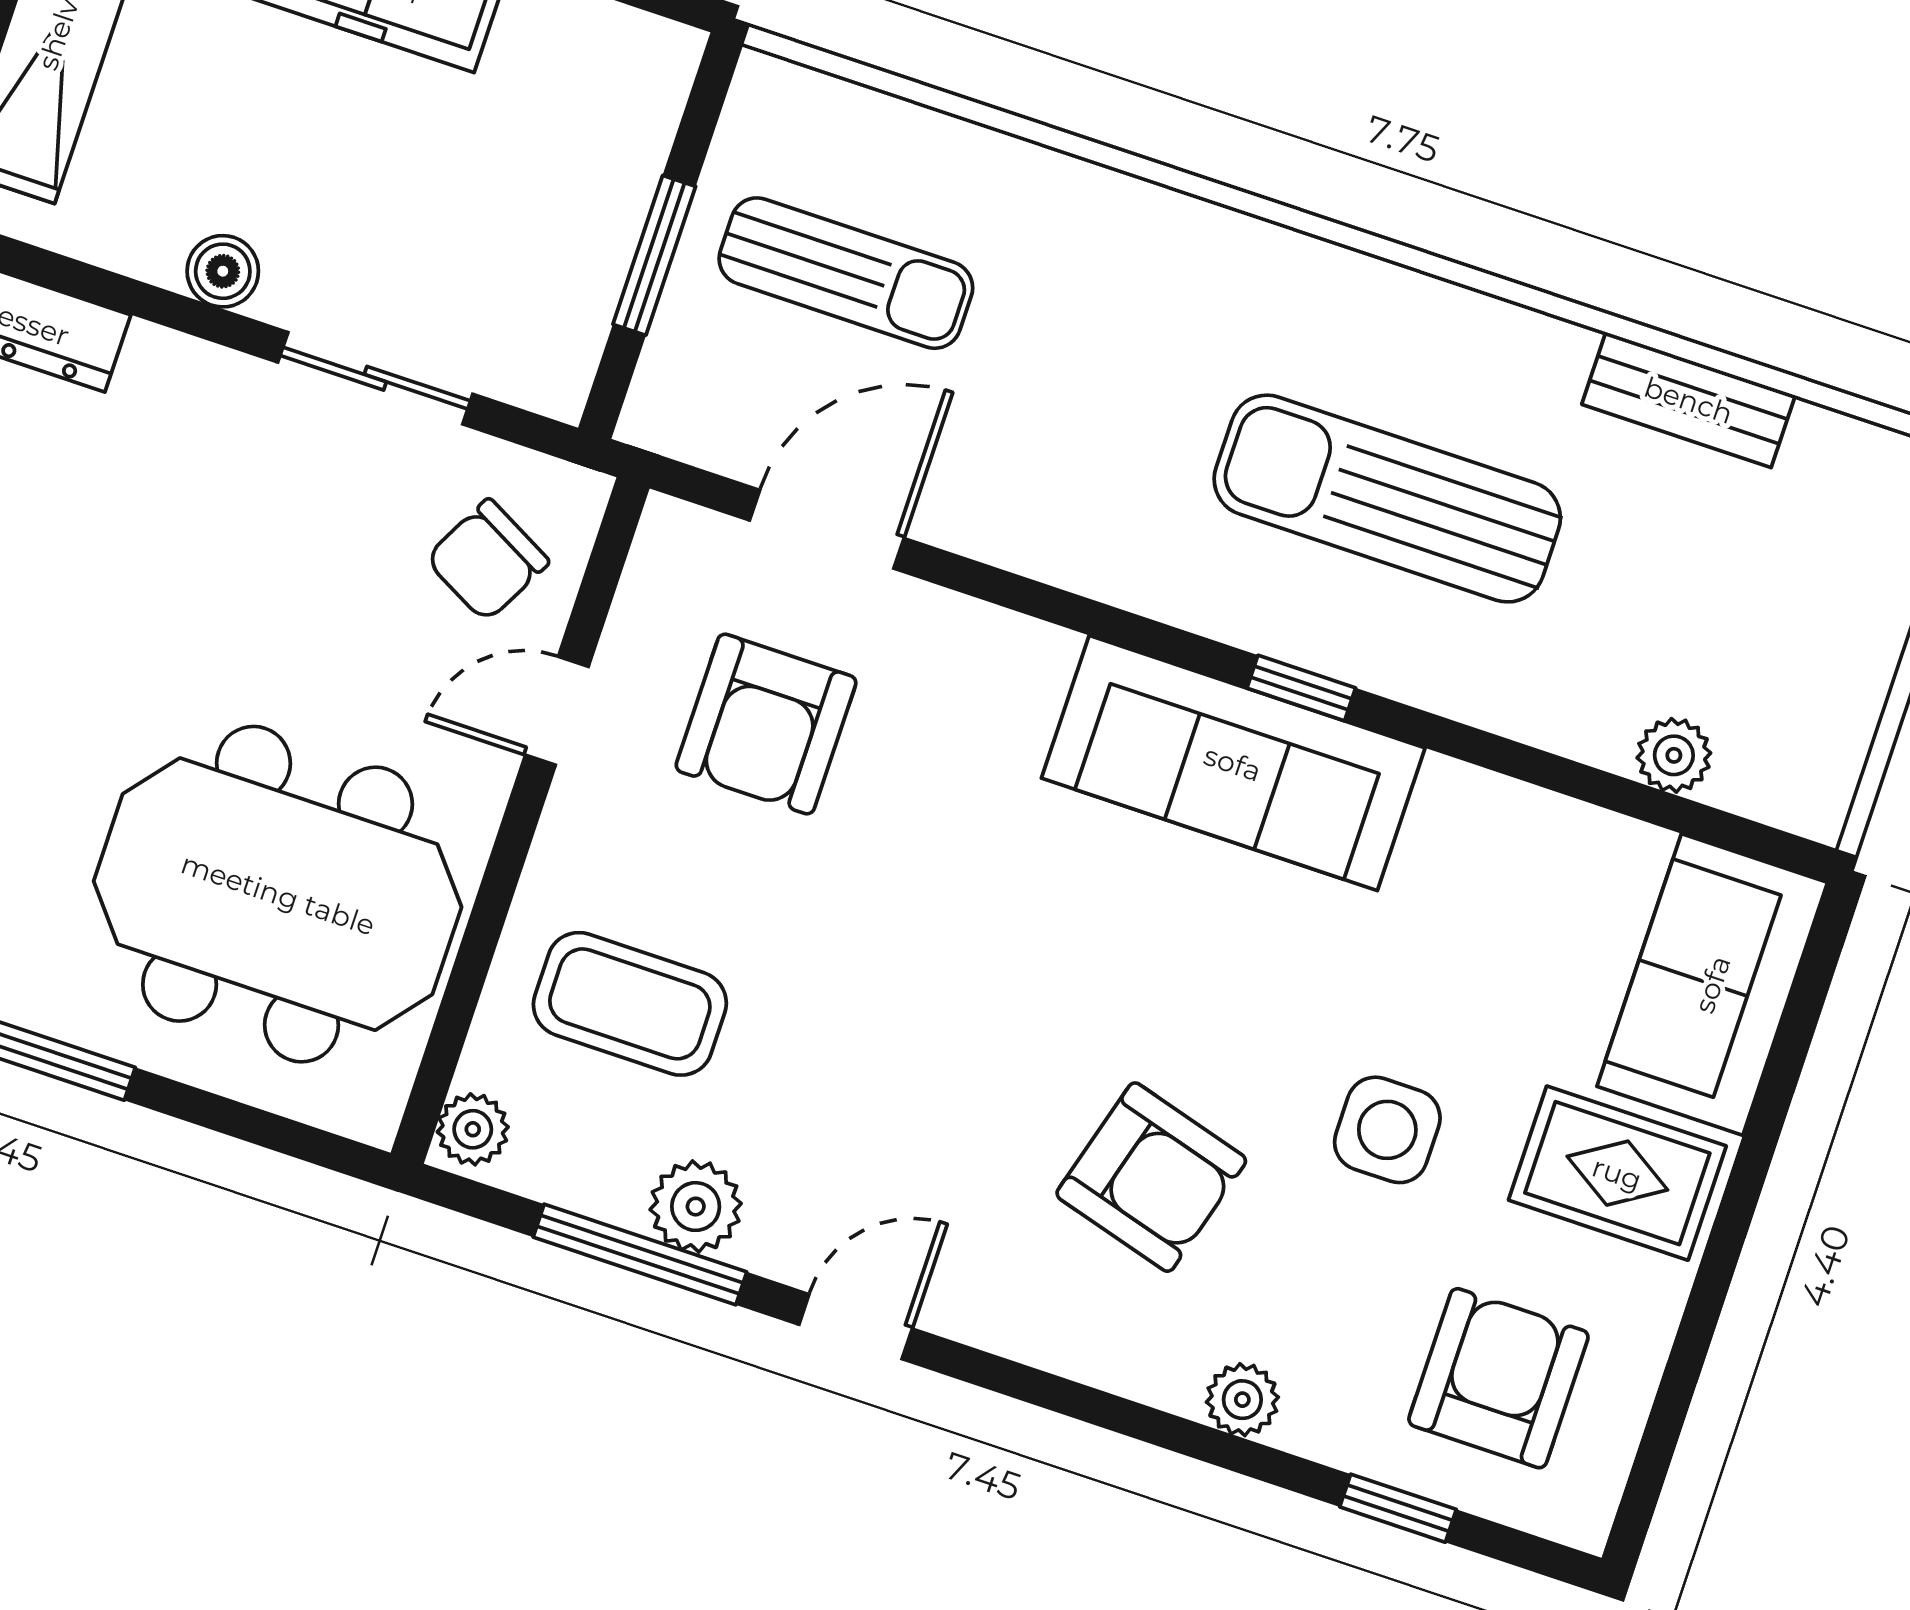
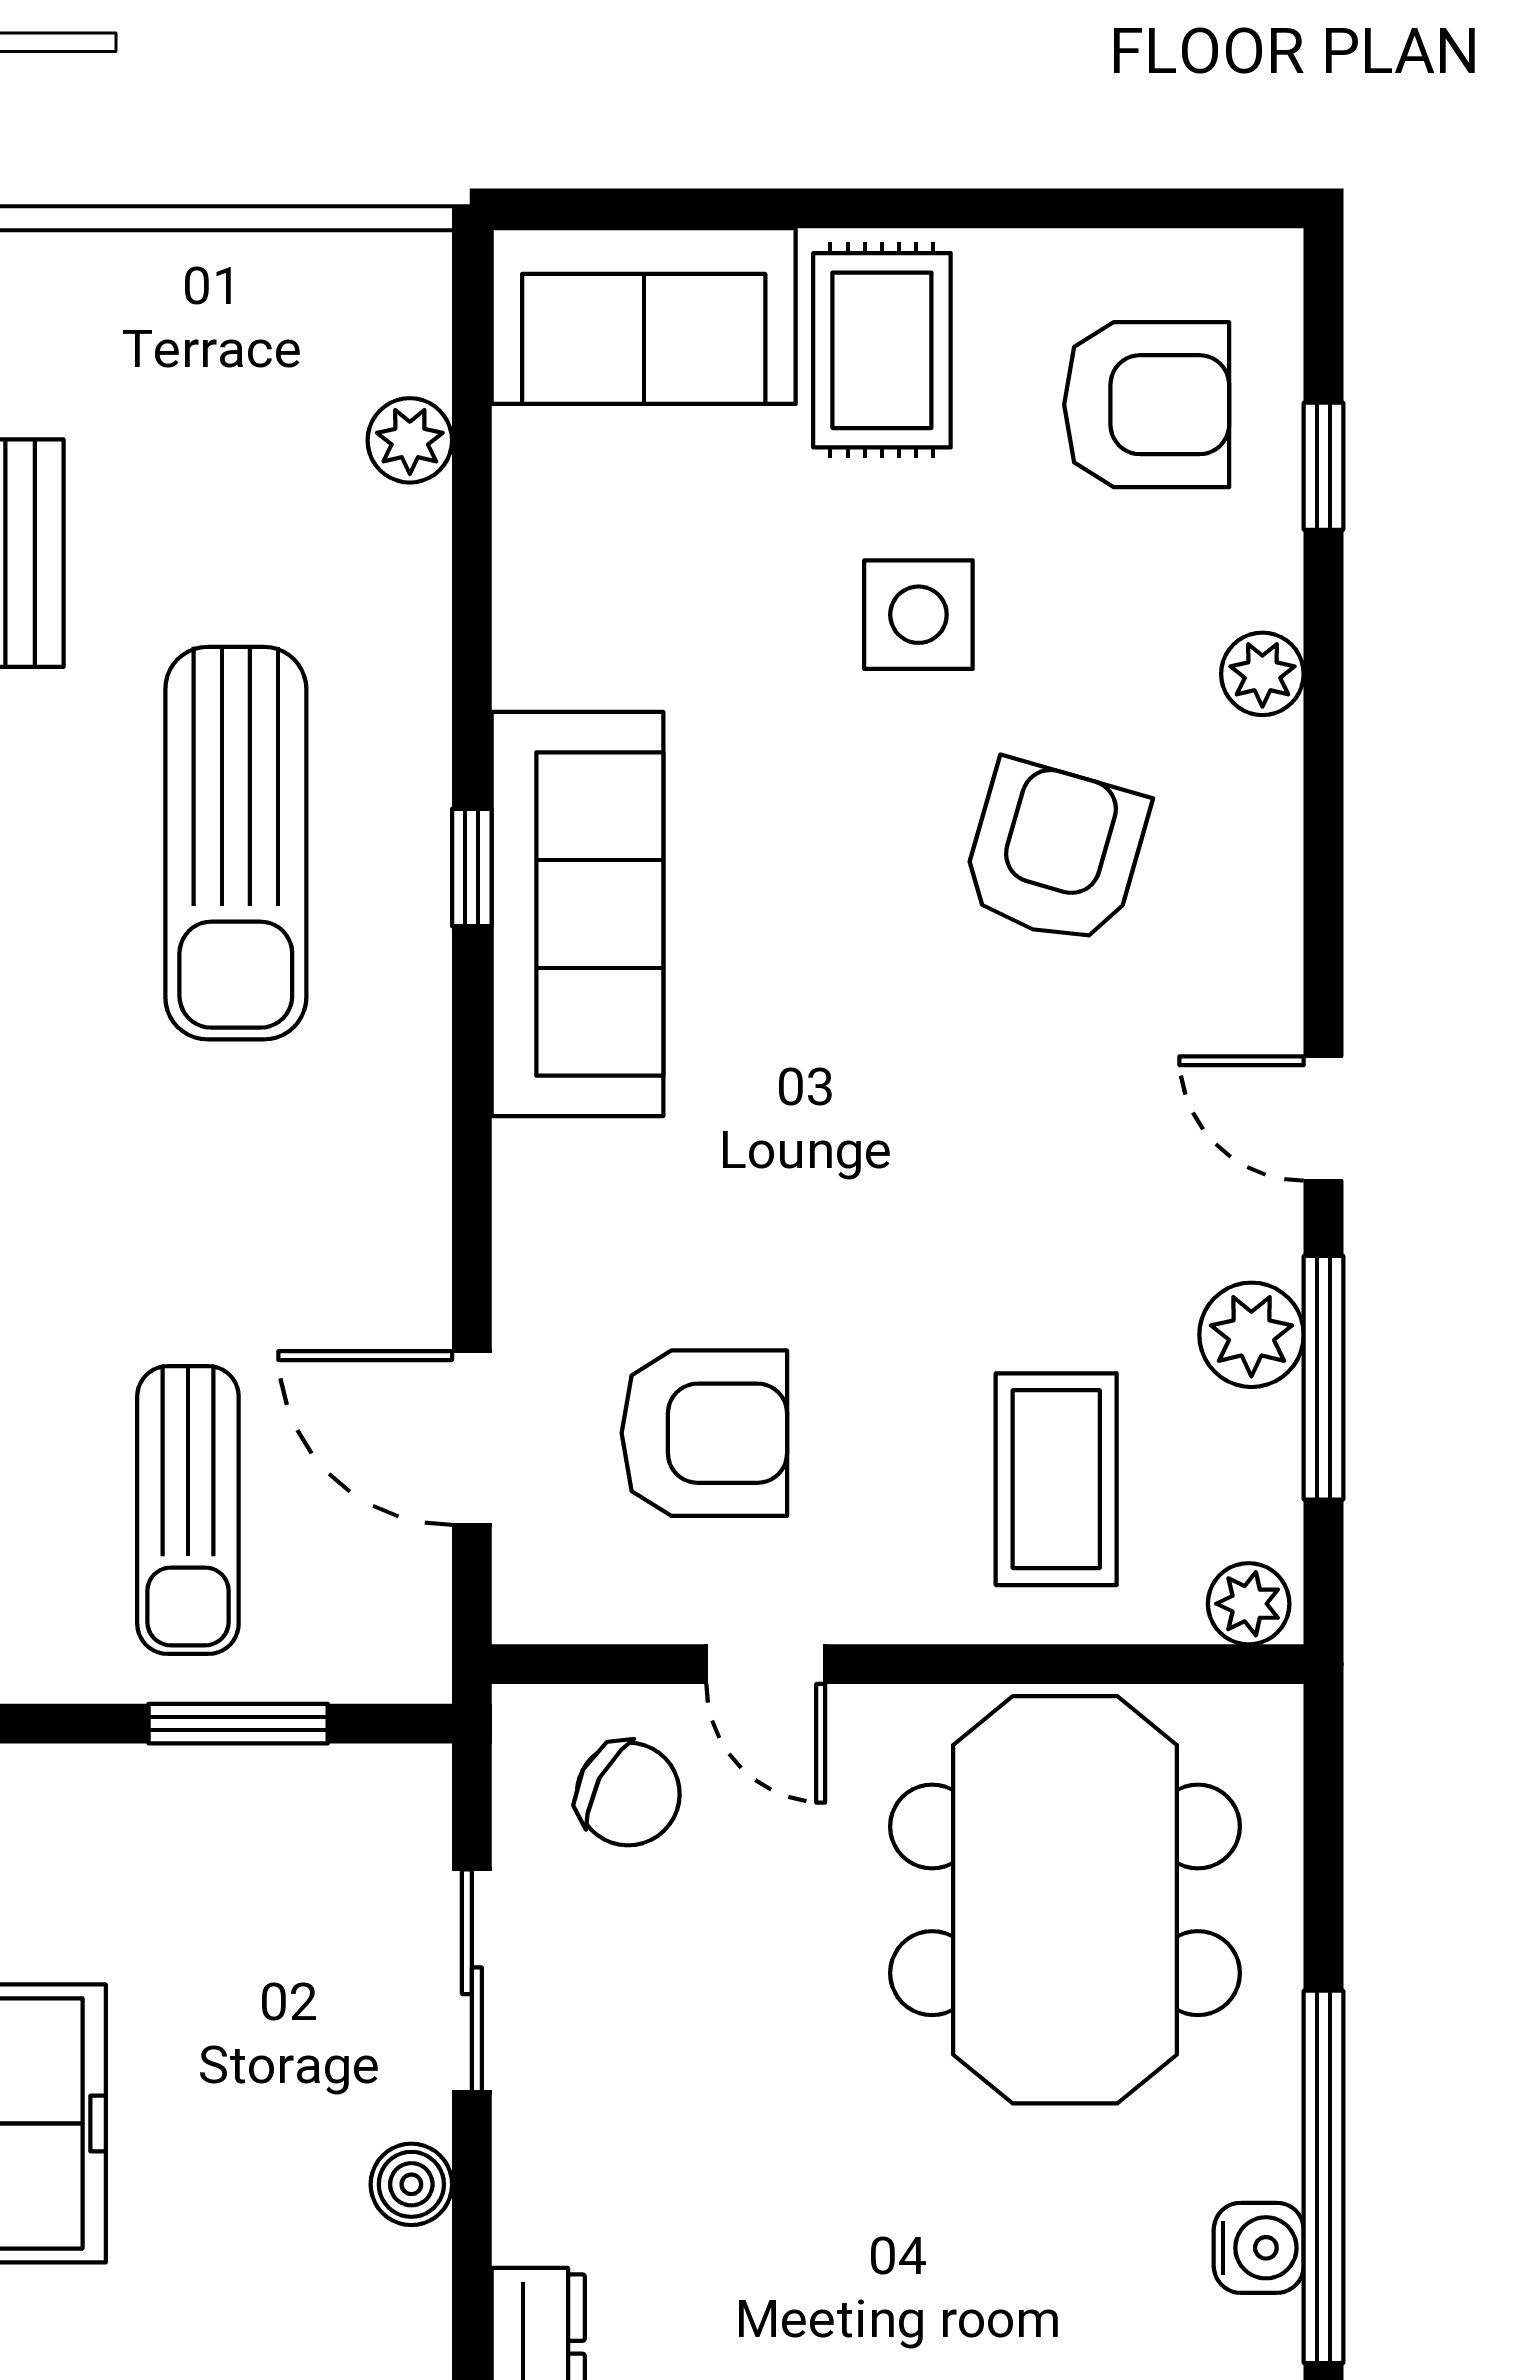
sun lounger: (846, 273) -> (188, 1510), turned 180
armchair: (1498, 1378) -> (1147, 405), turned 180

